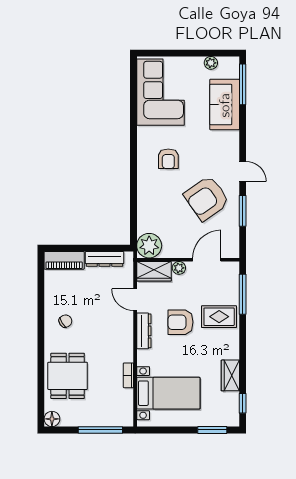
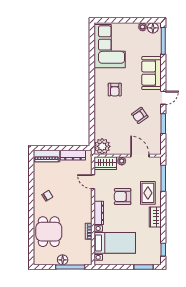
floor lamp: (227, 64) -> (153, 28), added
sofa: (225, 105) -> (152, 73), moved
door: (243, 171) -> (163, 98), hinge flipped
armchair: (207, 198) -> (140, 115), width x0.53, depth x0.53
door: (207, 260) -> (140, 156), hinge flipped
rug: (219, 317) -> (148, 193), turned 90
dresser: (144, 331) -> (99, 213), moved
wardrobe: (230, 375) -> (155, 217), moved
floor lamp: (52, 419) -> (63, 260), moved

